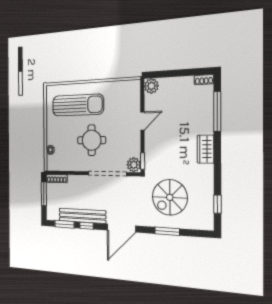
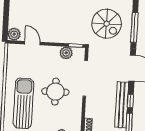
door: (142, 121) -> (32, 43), moved
plant: (134, 165) -> (66, 53), moved
window: (167, 231) -> (134, 28), width x1.44

